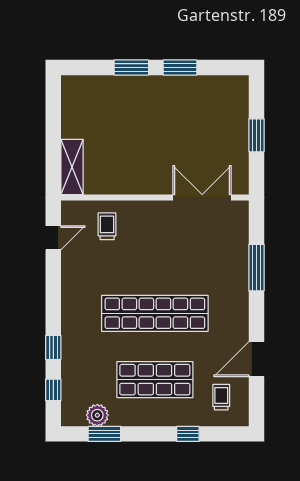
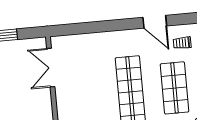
window: (256, 268) -> (94, 27), removed

